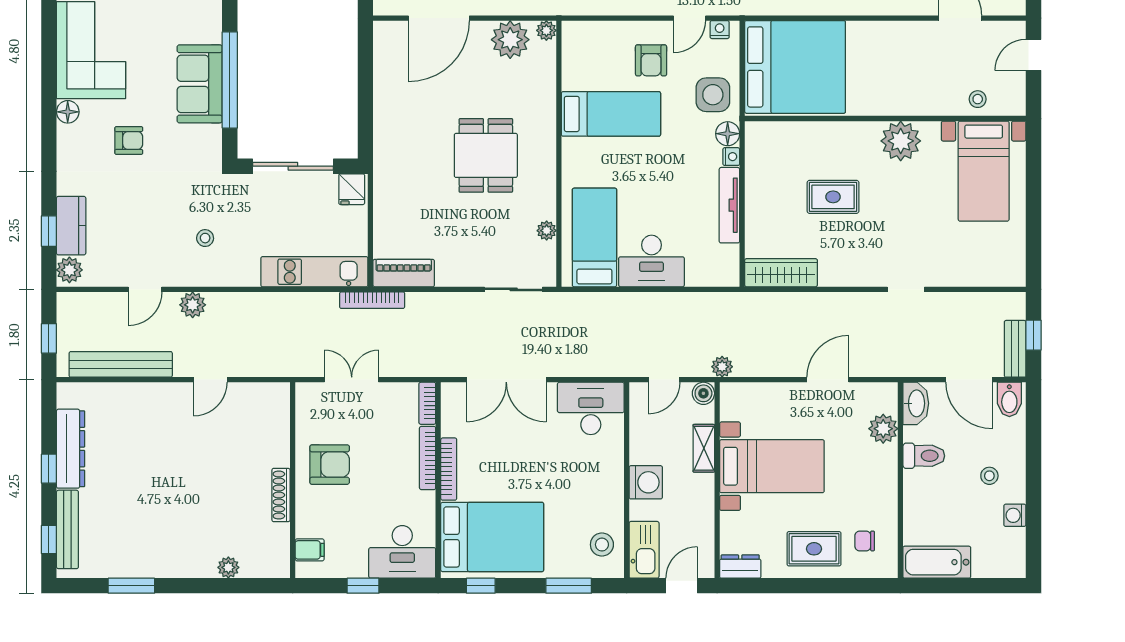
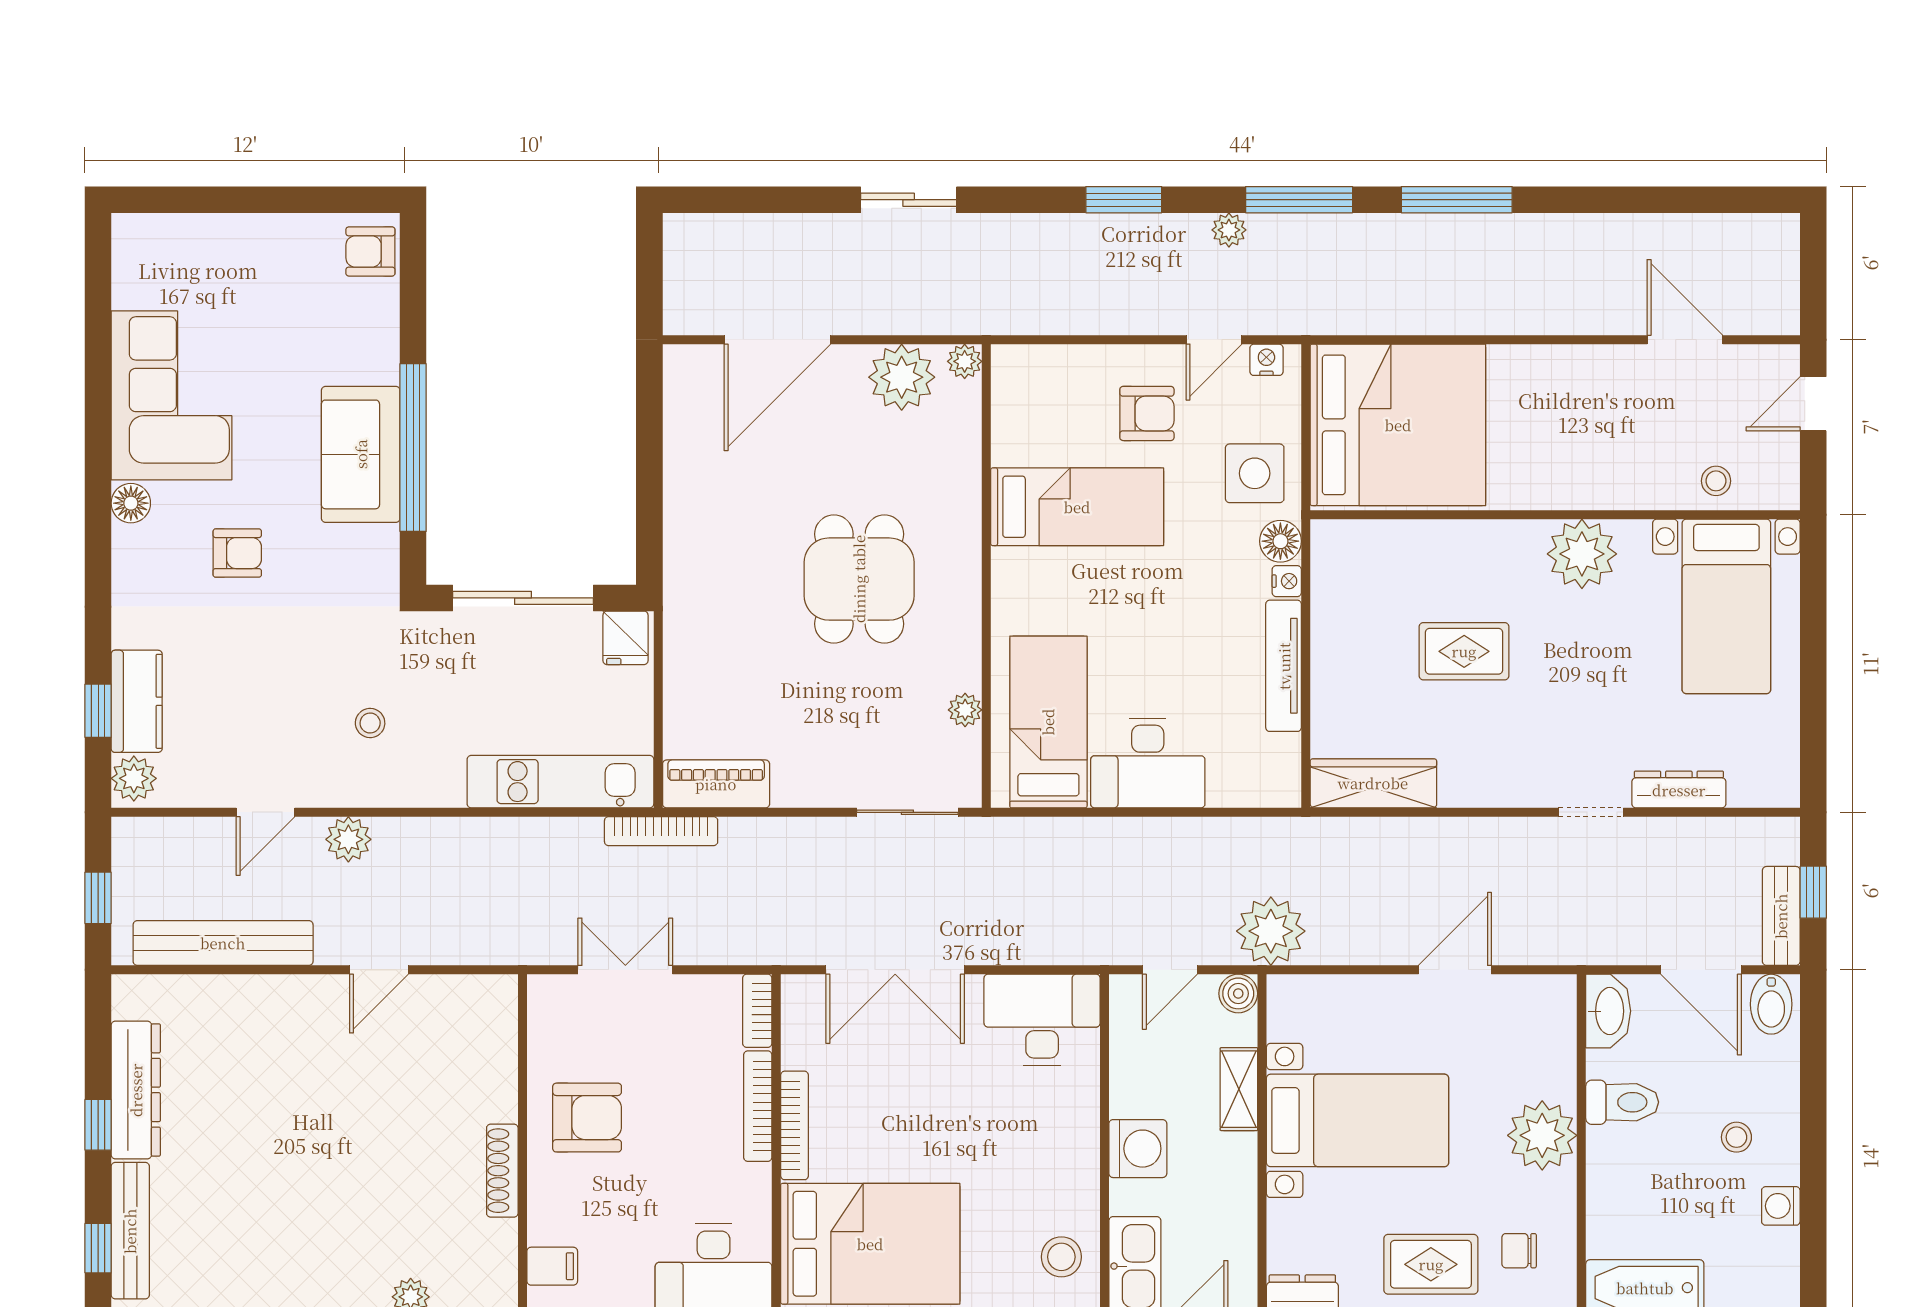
armchair: (651, 60) -> (1147, 413), turned -90
dresser: (956, 276) -> (1679, 790), added
plant: (722, 367) -> (1271, 931), width x1.88, depth x1.88
plant: (883, 429) -> (1542, 1135), moved, width x1.36, depth x1.36

